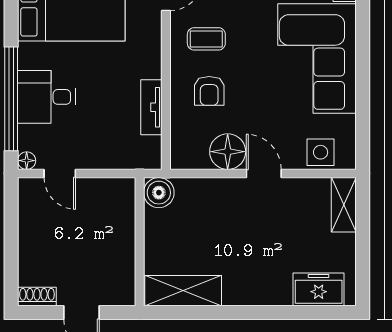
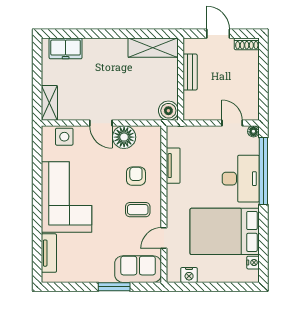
desk: (46, 97) -> (241, 179), width x1.37
bench: (125, 253) -> (190, 72), added

